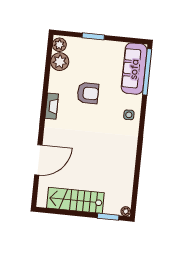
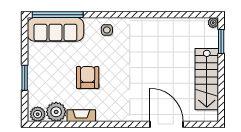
fireplace: (52, 106) -> (81, 116), moved

